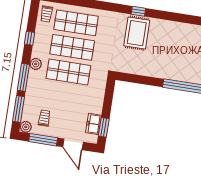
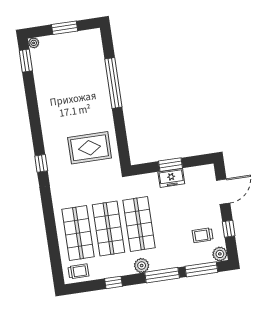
rug: (137, 33) -> (90, 148), moved
freezer: (94, 124) -> (171, 178), moved
window: (104, 127) -> (171, 165), moved
window: (43, 140) -> (229, 229), width x0.46

